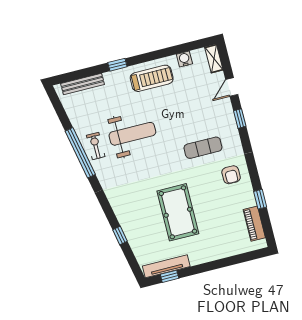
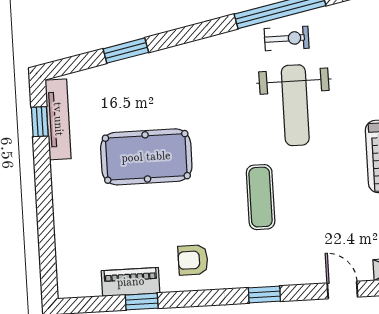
window: (240, 119) -> (264, 295), moved
exercise mat: (203, 148) -> (261, 197), moved
piano: (254, 224) -> (131, 282), moved
window: (120, 235) -> (126, 51), width x1.50

